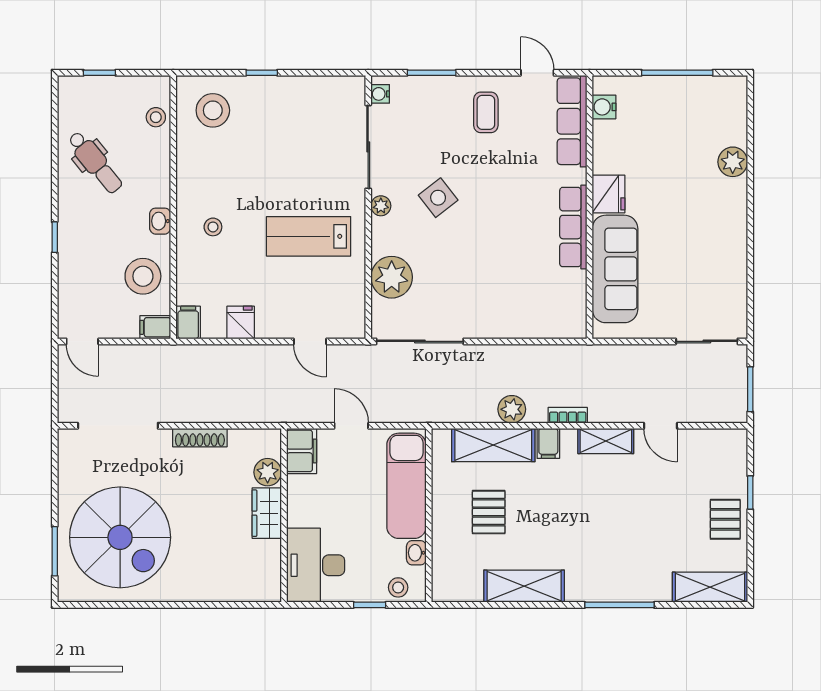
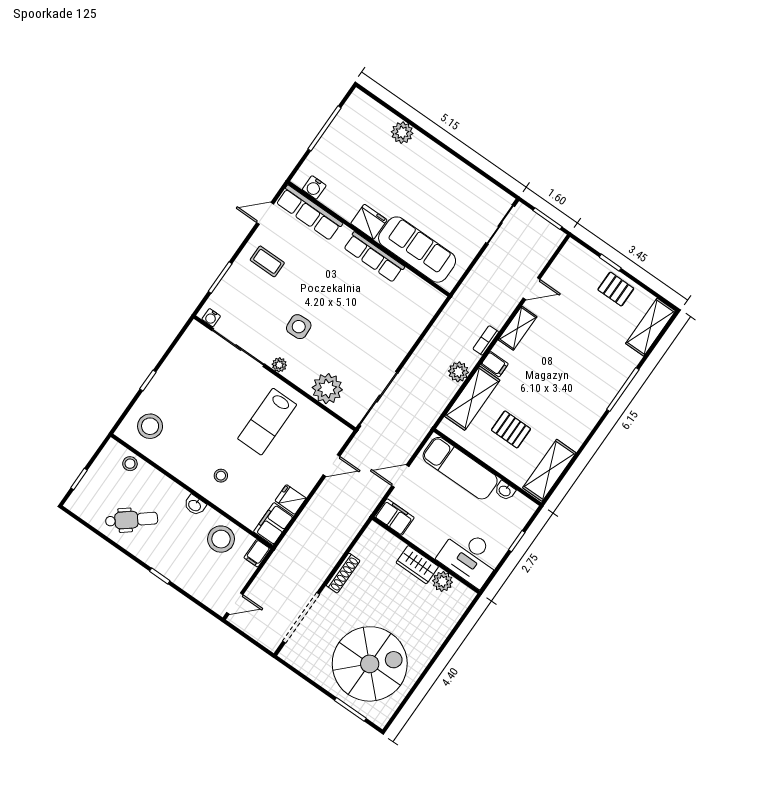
side table: (438, 198) -> (299, 327), turned 35
filing cabinet: (188, 323) -> (273, 524), width x2.00
plant: (268, 472) -> (443, 581), moved
shelving: (524, 586) -> (549, 470), moved
stool: (398, 587) -> (518, 516), removed

